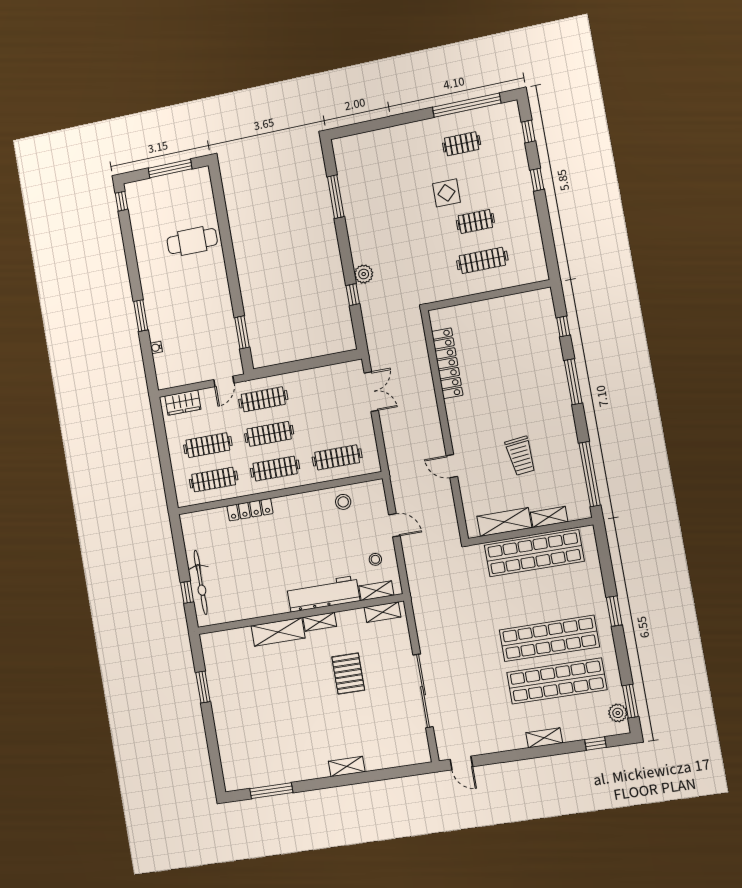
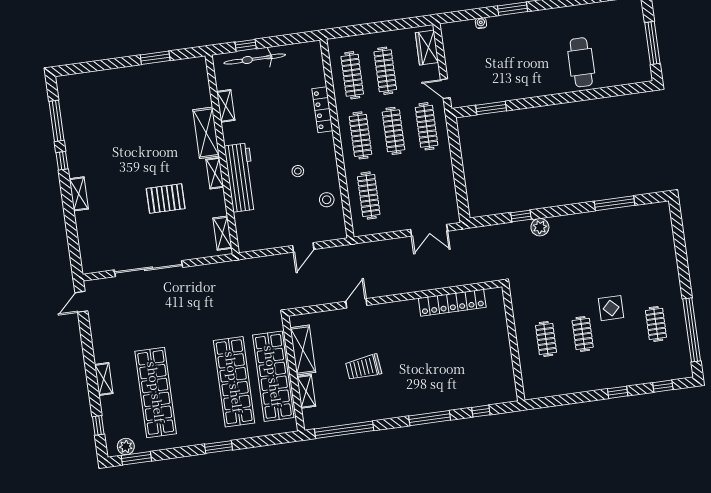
clothes rail: (482, 260) -> (546, 339), width x0.73
stool: (375, 559) -> (298, 171), moved
shelving: (376, 591) -> (226, 106), moved
shop shelf: (549, 638) -> (234, 382), moved
window: (313, 785) -> (62, 161), added

